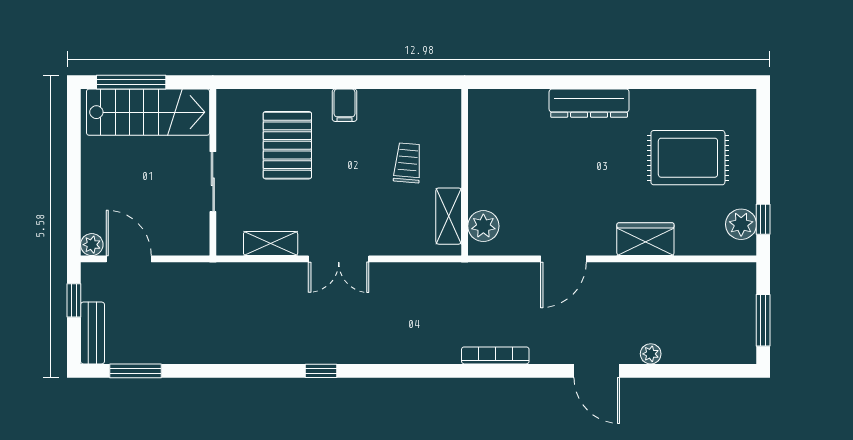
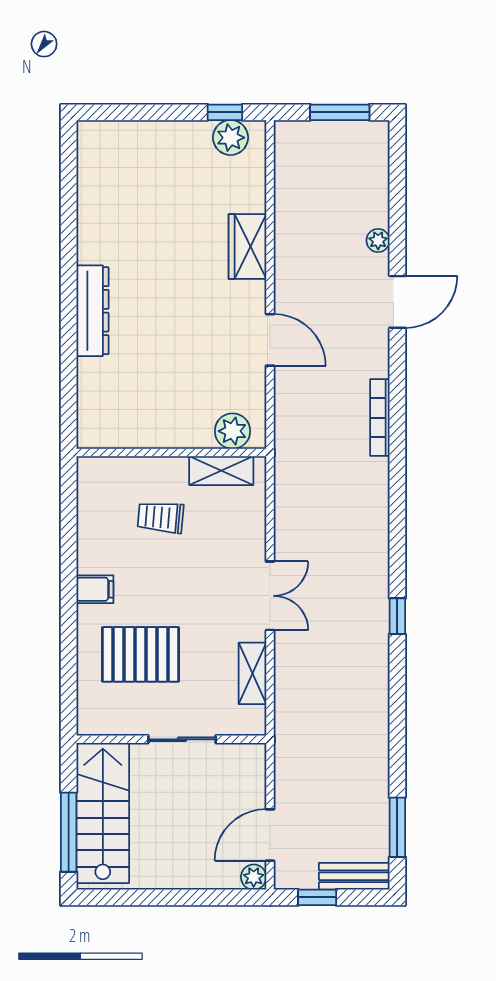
rug: (688, 158) -> (155, 198), removed

